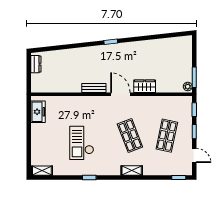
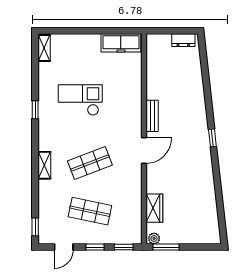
wardrobe: (145, 86) -> (154, 208), moved
freezer: (38, 112) -> (121, 43), width x1.40

